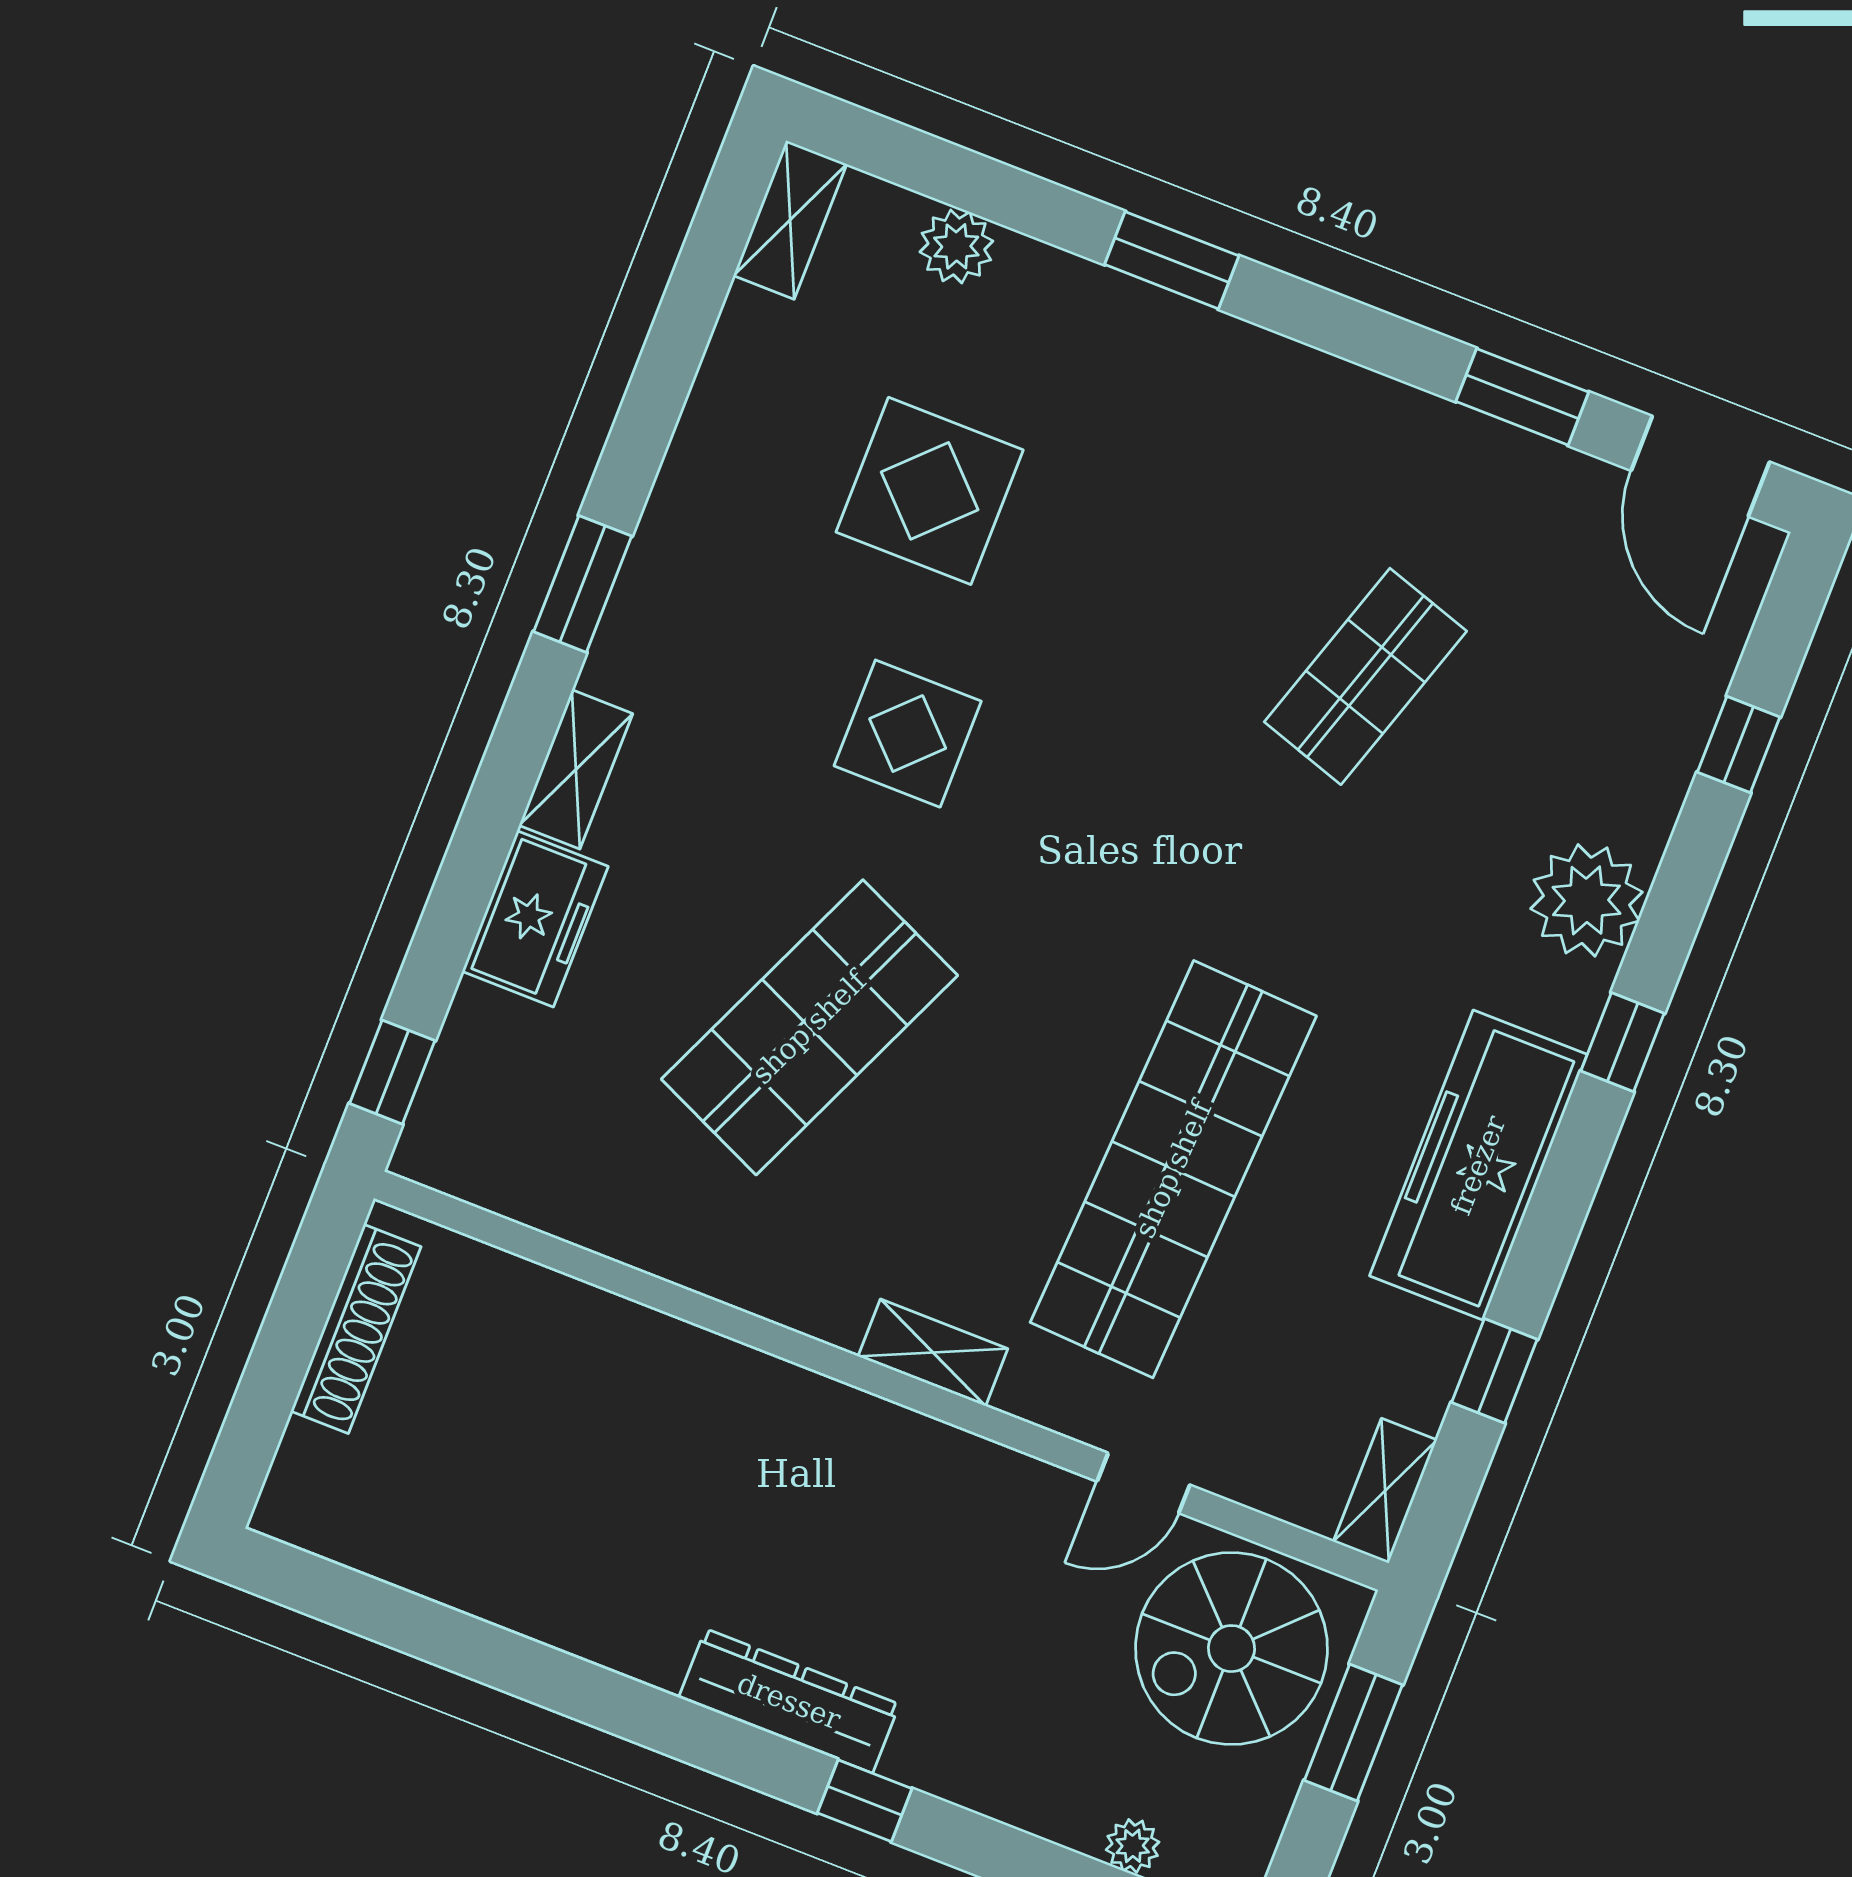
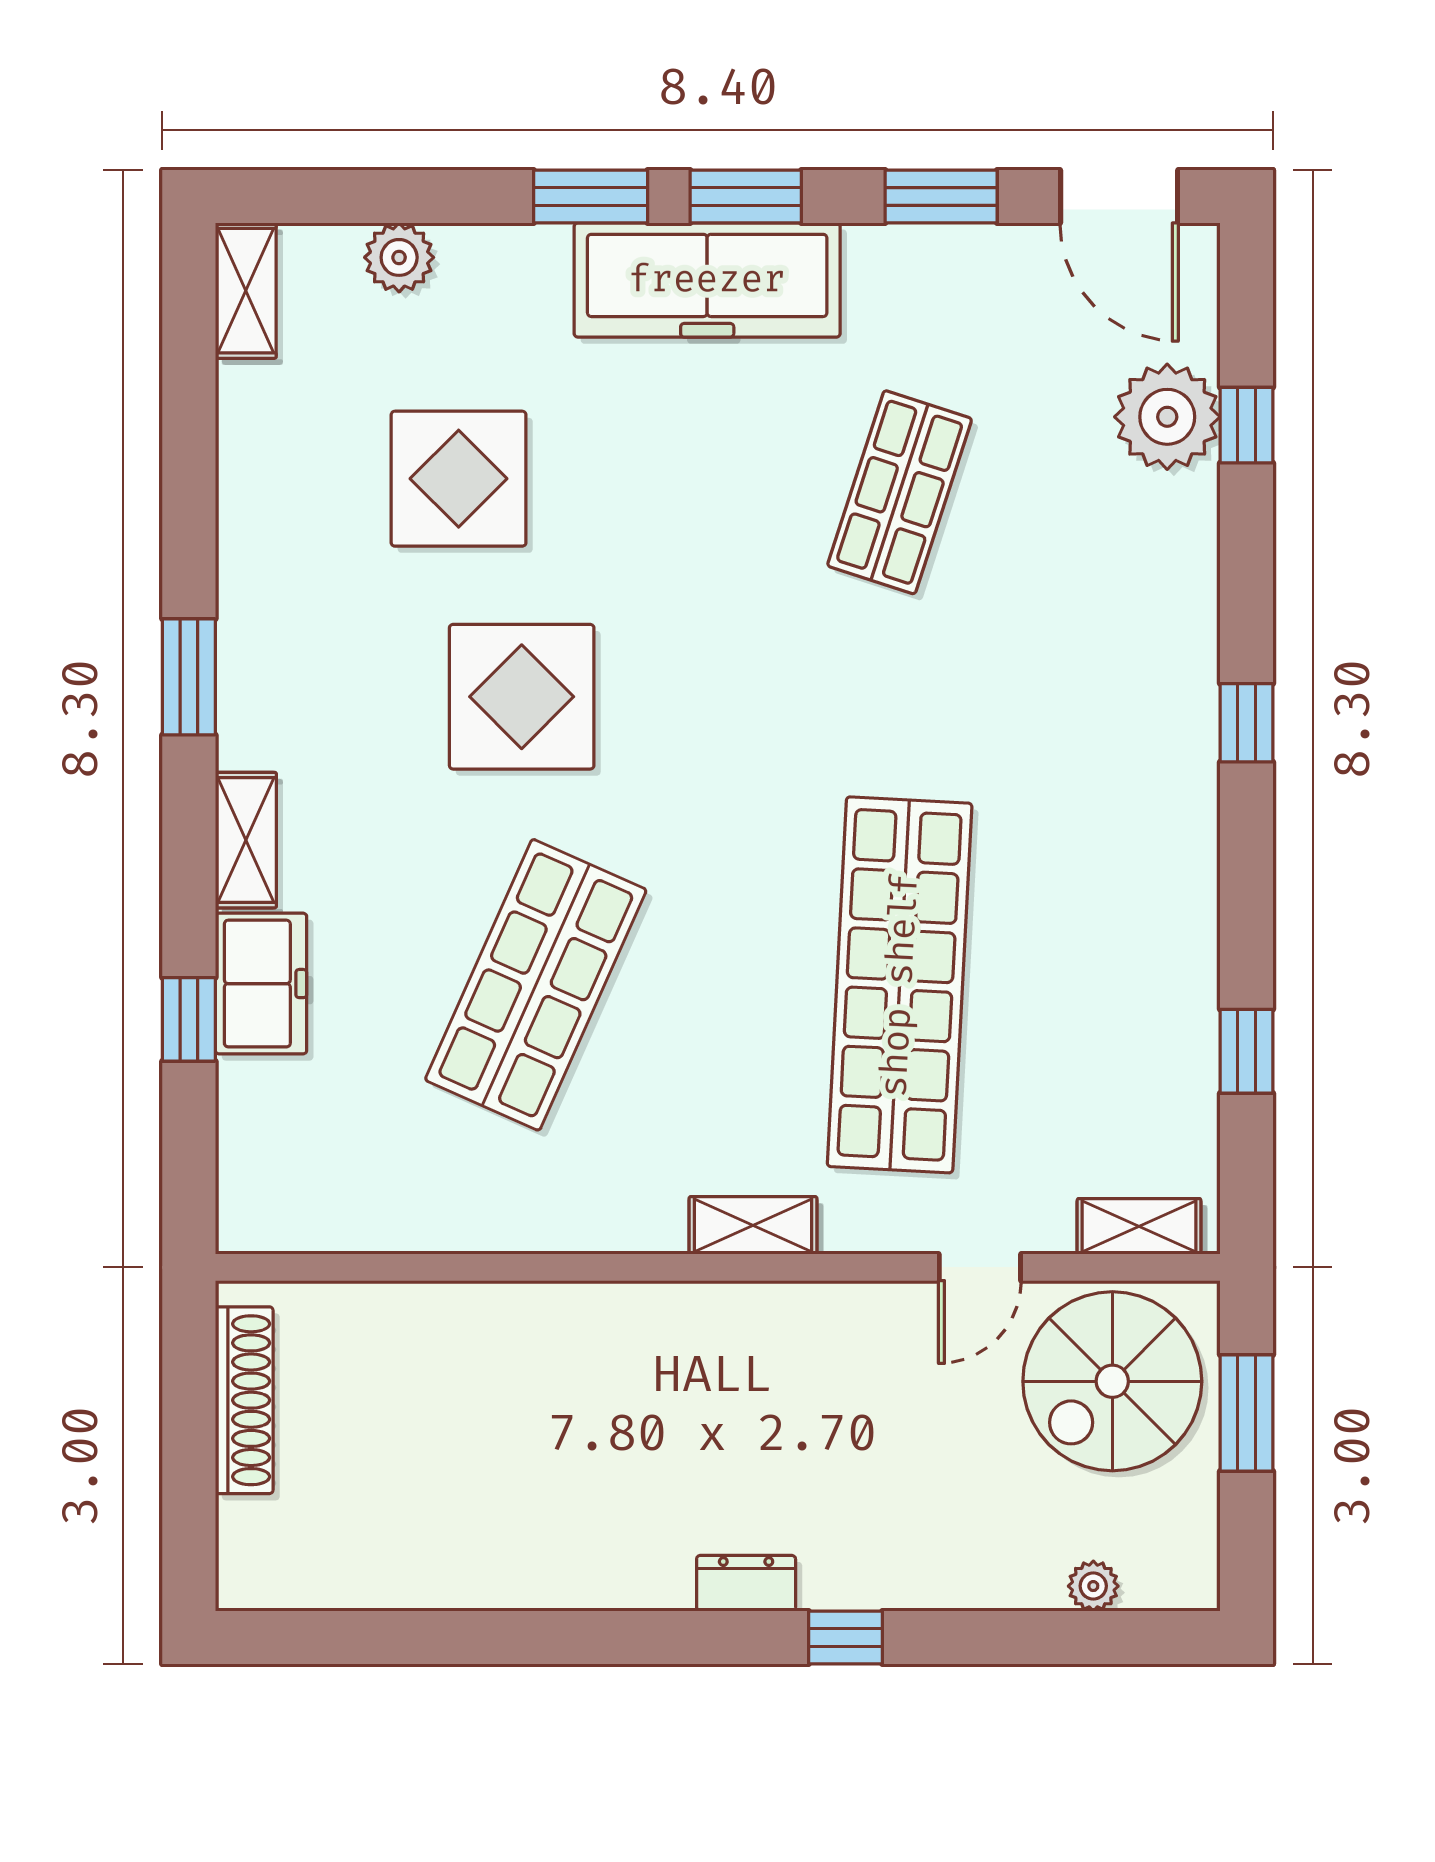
window: (1327, 321) -> (746, 196), added
display table: (908, 734) -> (522, 697), width x1.36, depth x1.36
plant: (1586, 900) -> (1167, 417), moved
window: (392, 1072) -> (189, 1019), moved
freezer: (1478, 1165) -> (707, 280), moved, turned -90
shelving: (1385, 1491) -> (1139, 1226), moved, turned 90
dresser: (789, 1701) -> (746, 1583), width x0.51, depth x0.80

